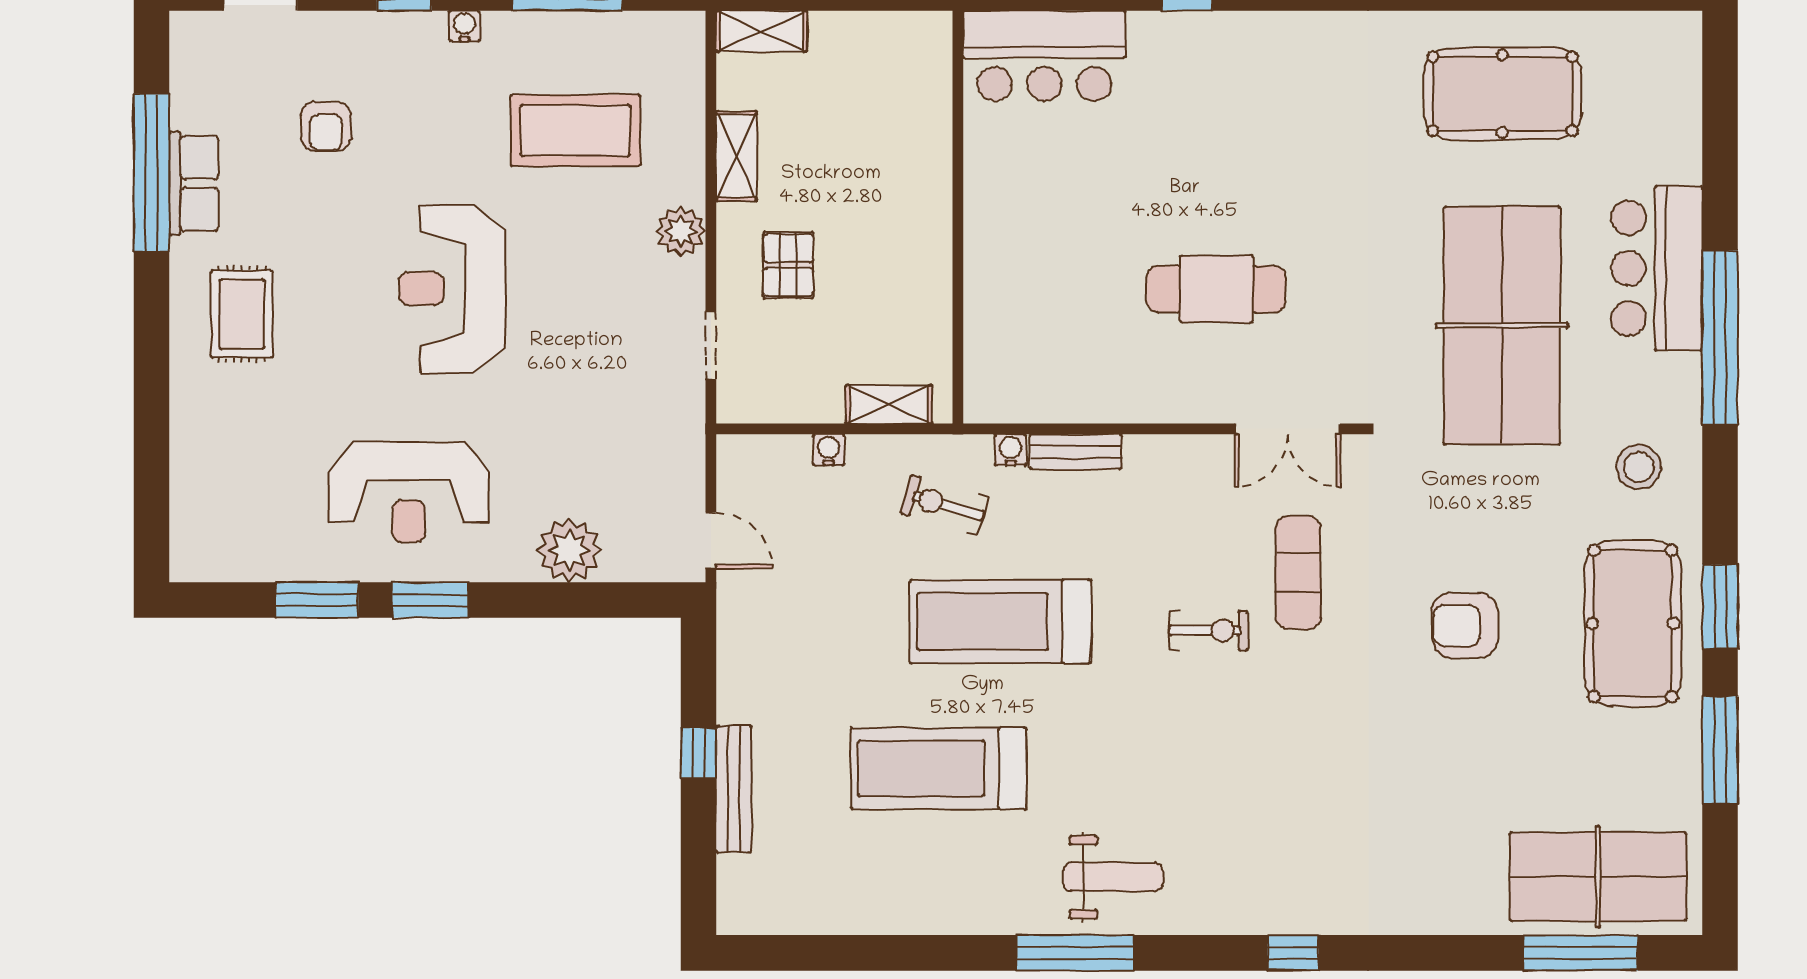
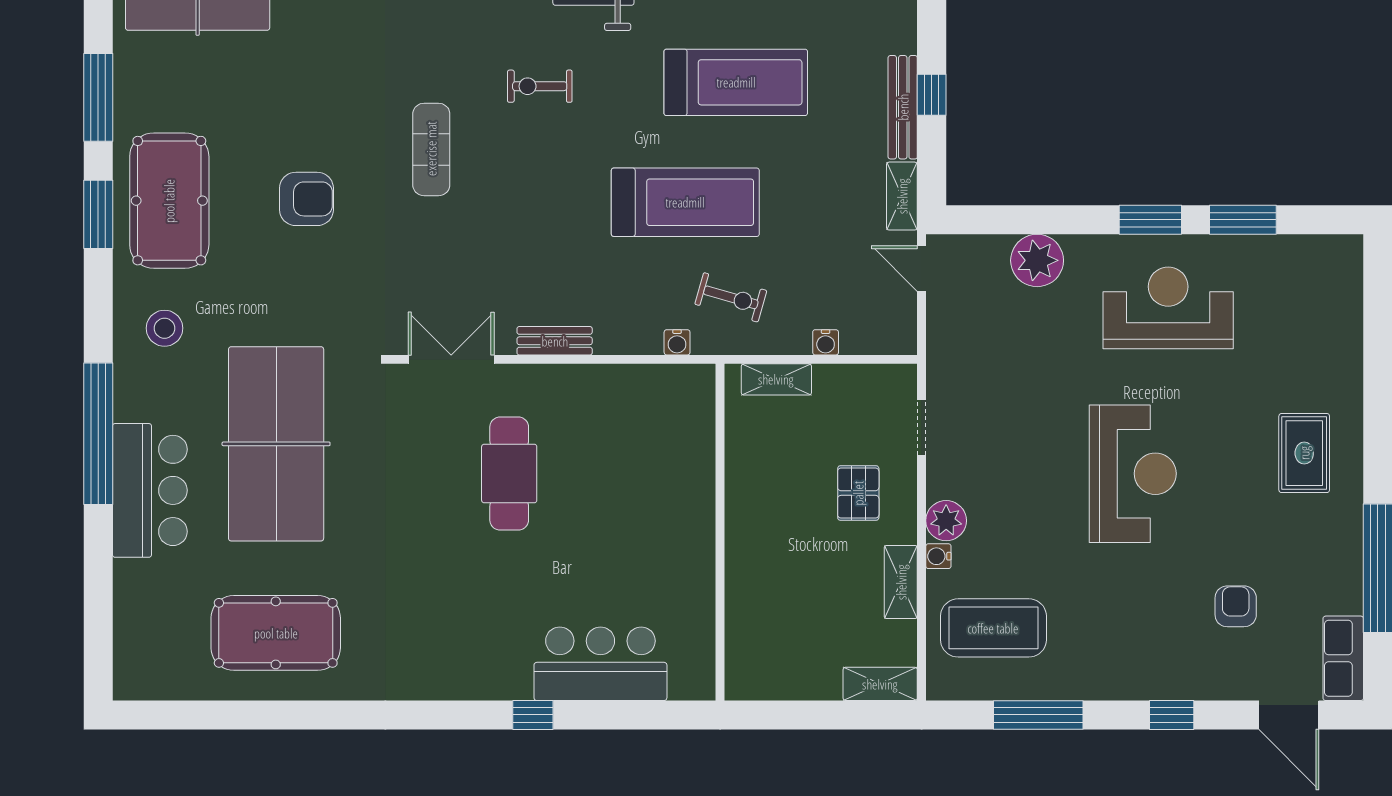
water cooler: (464, 26) -> (938, 556), moved, turned 90
bar counter: (1044, 56) -> (600, 664), moved
coffee table: (575, 130) -> (993, 628), moved
row of seats: (194, 184) -> (1343, 658), moved
cafe table: (1216, 289) -> (509, 474), turned 90
bench: (1076, 452) -> (555, 341), moved
exercise mat: (1298, 572) -> (431, 149), moved
shelving: (735, 629) -> (902, 196), added
exercise bike: (1209, 631) -> (540, 86), moved
bench: (734, 789) -> (903, 107), moved

